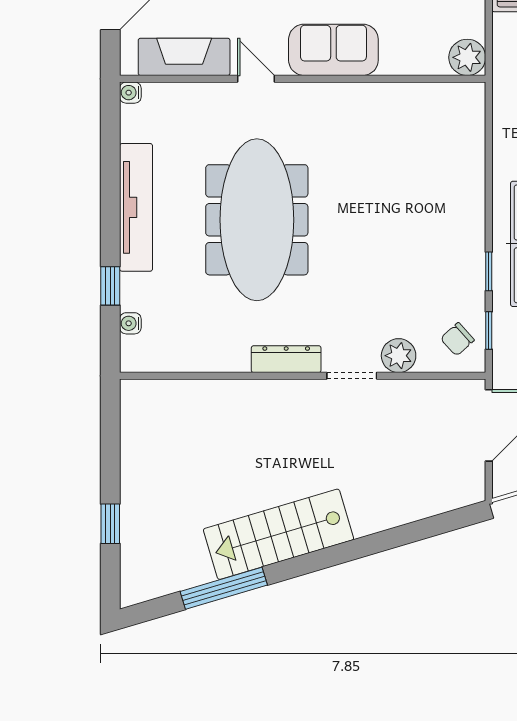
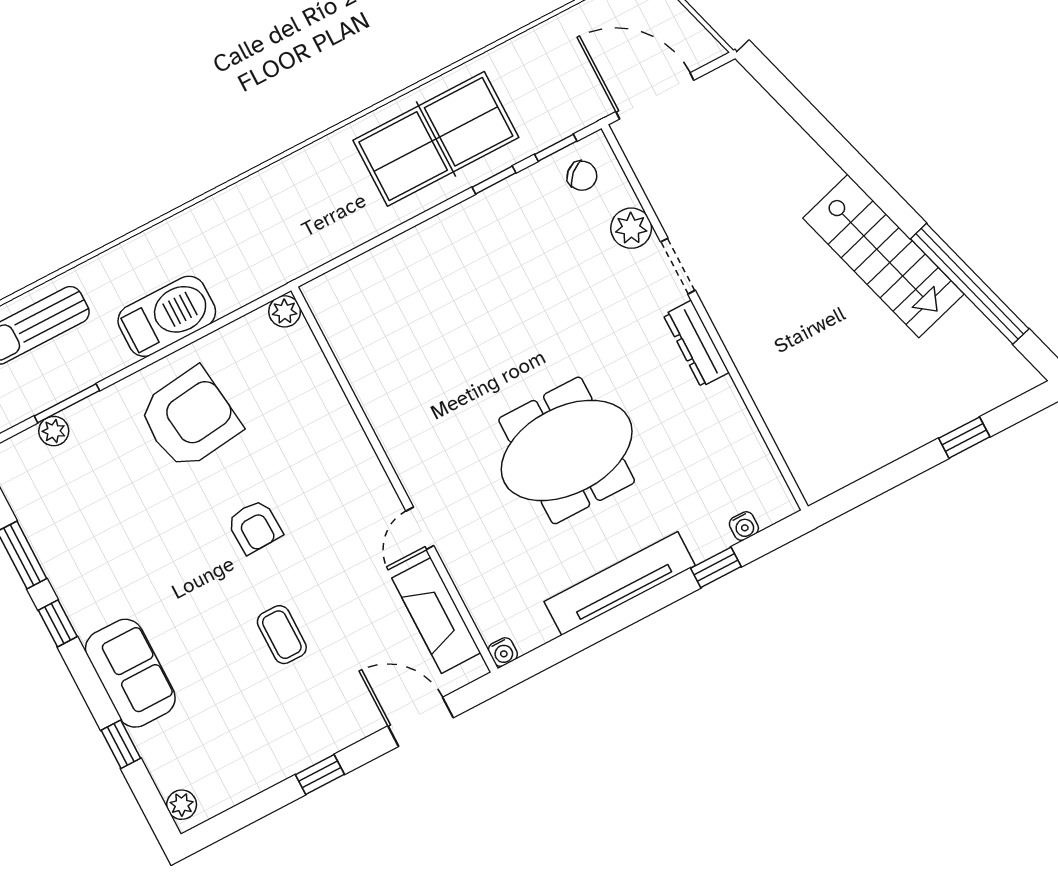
sofa: (333, 50) -> (347, 463), removed
plant: (467, 57) -> (285, 311), width x0.73, depth x0.73
meeting table: (257, 220) -> (567, 450), width x0.73
window: (224, 588) -> (970, 284), width x1.46

